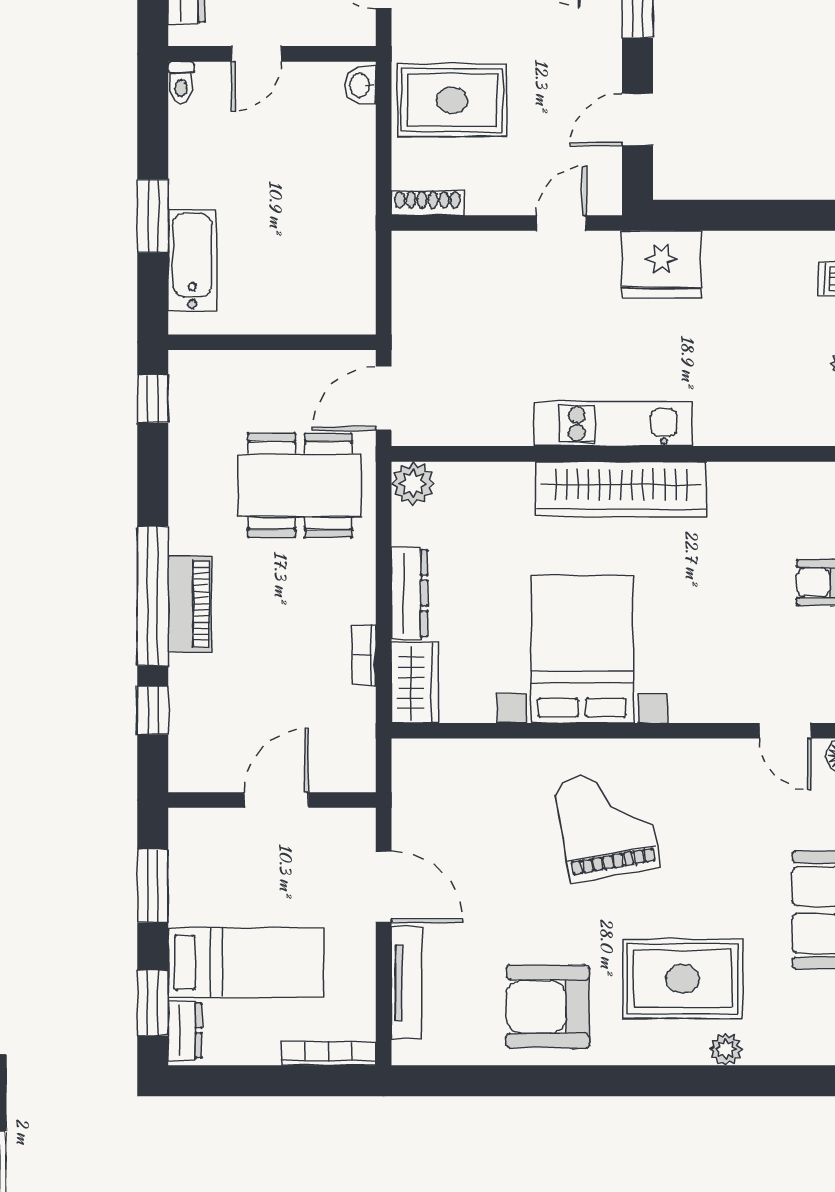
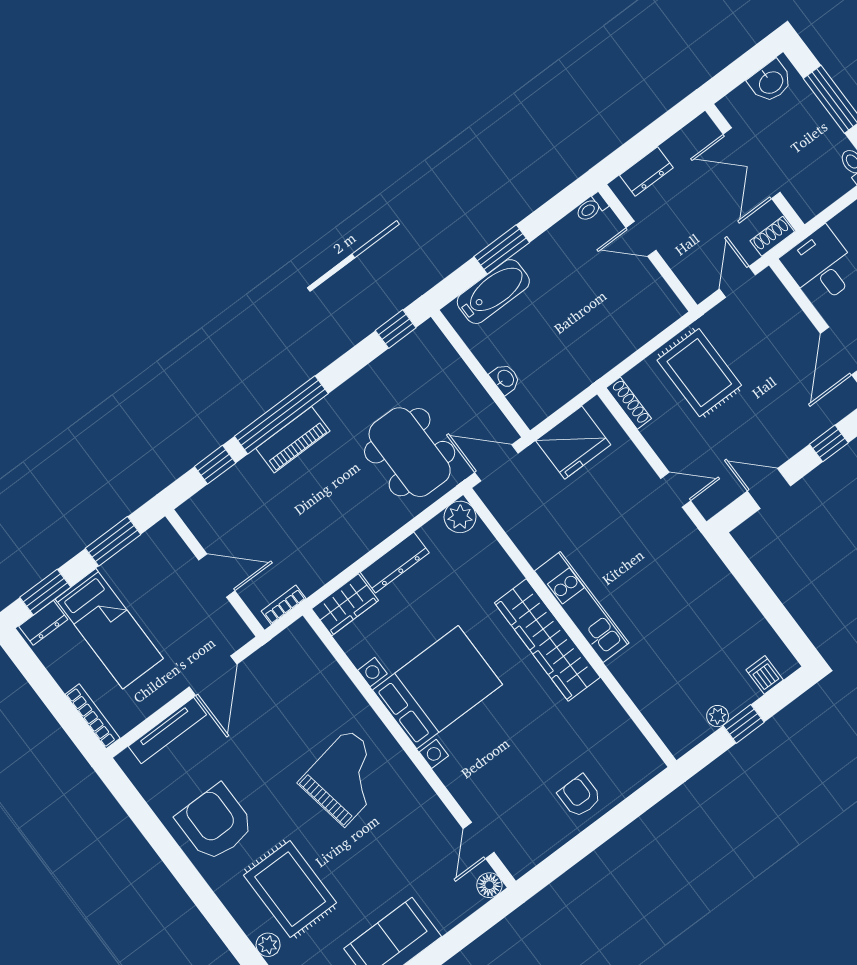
washbasin: (360, 85) -> (505, 379), moved, turned 90
fridge: (661, 264) -> (573, 443), moved, turned -90
bookcase: (364, 655) -> (284, 605), moved

